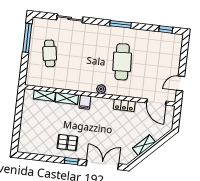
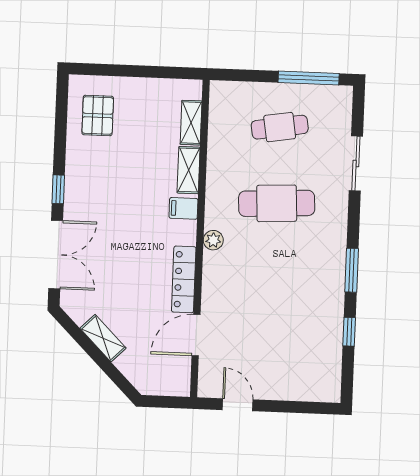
window: (166, 29) -> (349, 332), moved
cafe table: (122, 62) -> (277, 203), moved
door: (156, 102) -> (196, 335), moved
locker: (124, 105) -> (184, 279), width x1.53
pallet: (67, 142) -> (98, 115), moved

